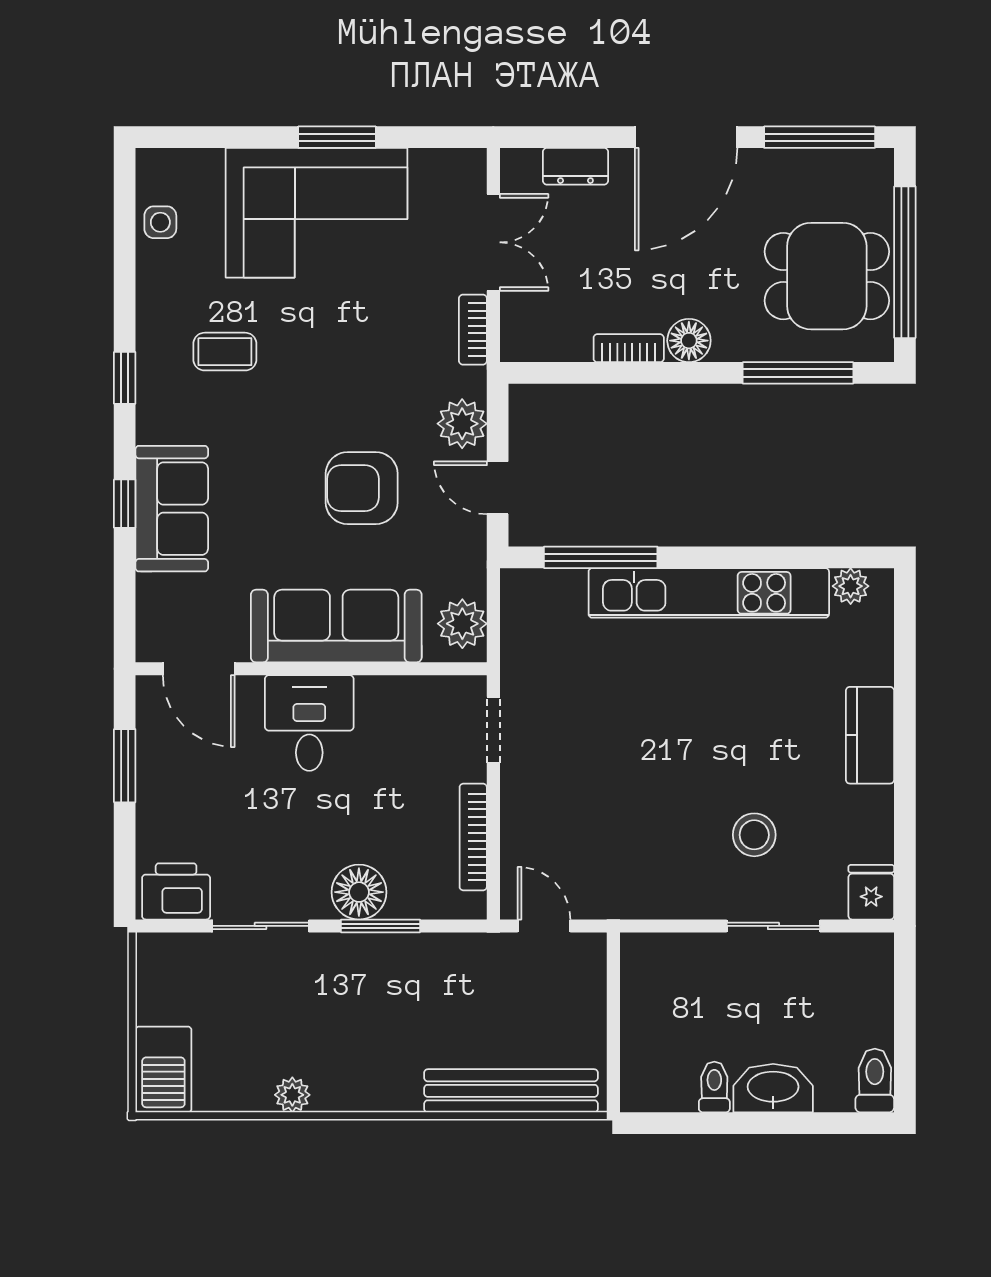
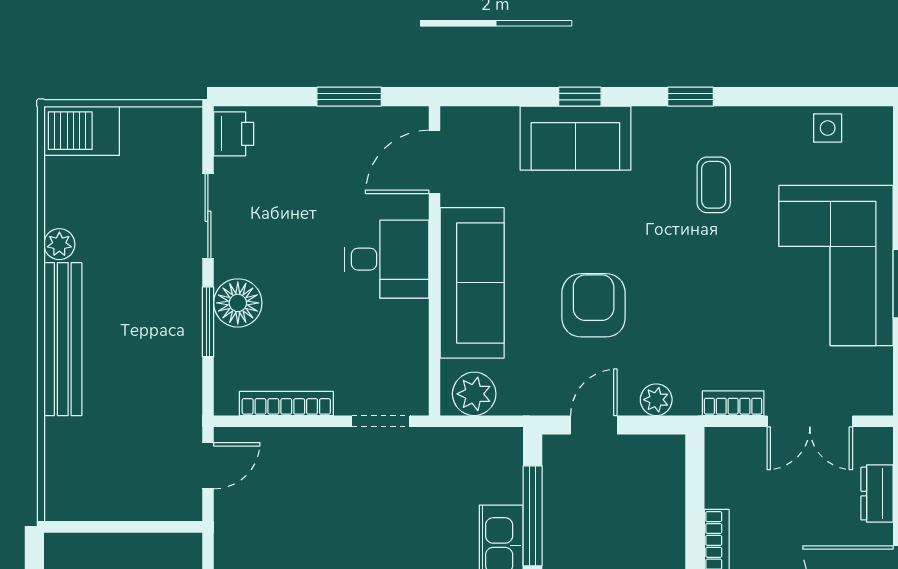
plant: (462, 424) -> (656, 400), width x0.73, depth x0.73
printer: (176, 891) -> (234, 134), width x0.73, depth x0.81
bench: (511, 1091) -> (63, 339), moved

